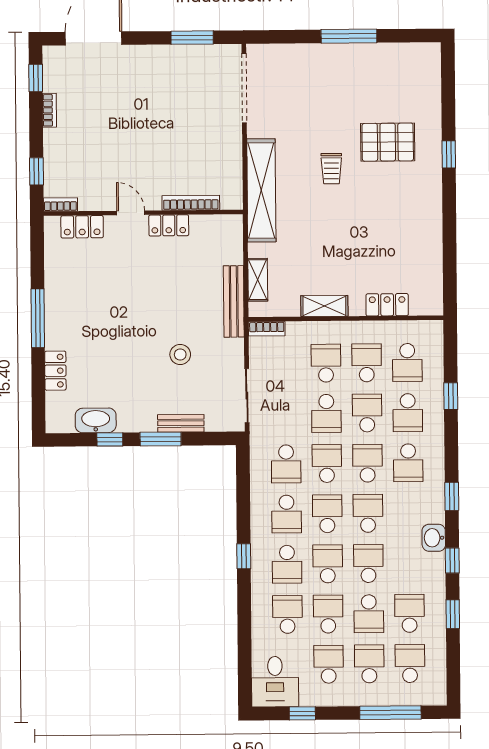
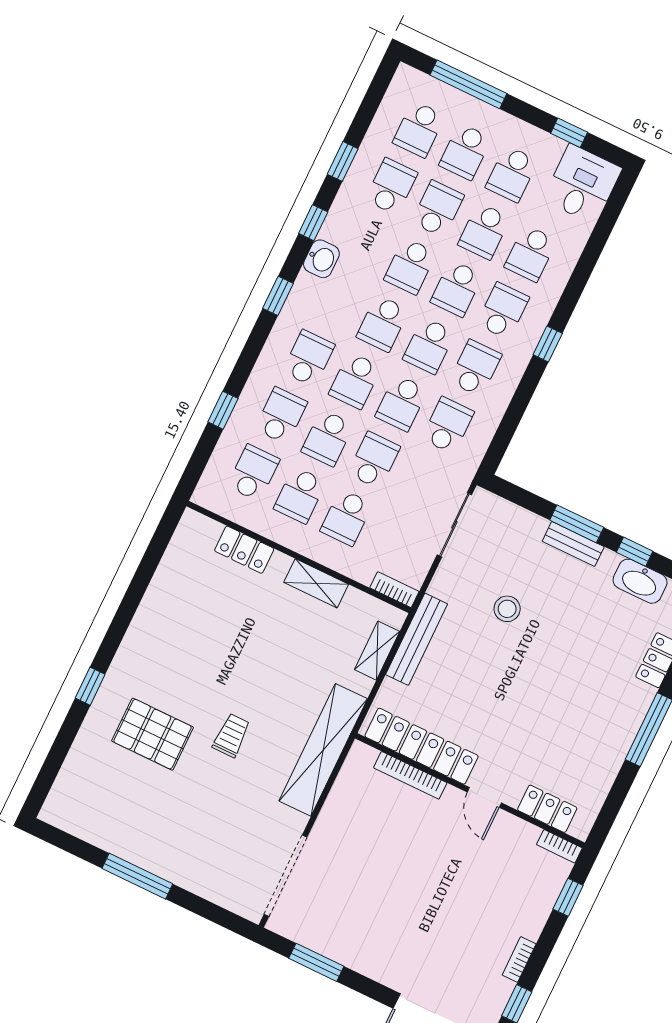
locker: (169, 225) -> (422, 746), width x2.16, depth x1.21
bench: (181, 423) -> (573, 544), moved
school desk: (409, 613) -> (391, 186), turned 180

